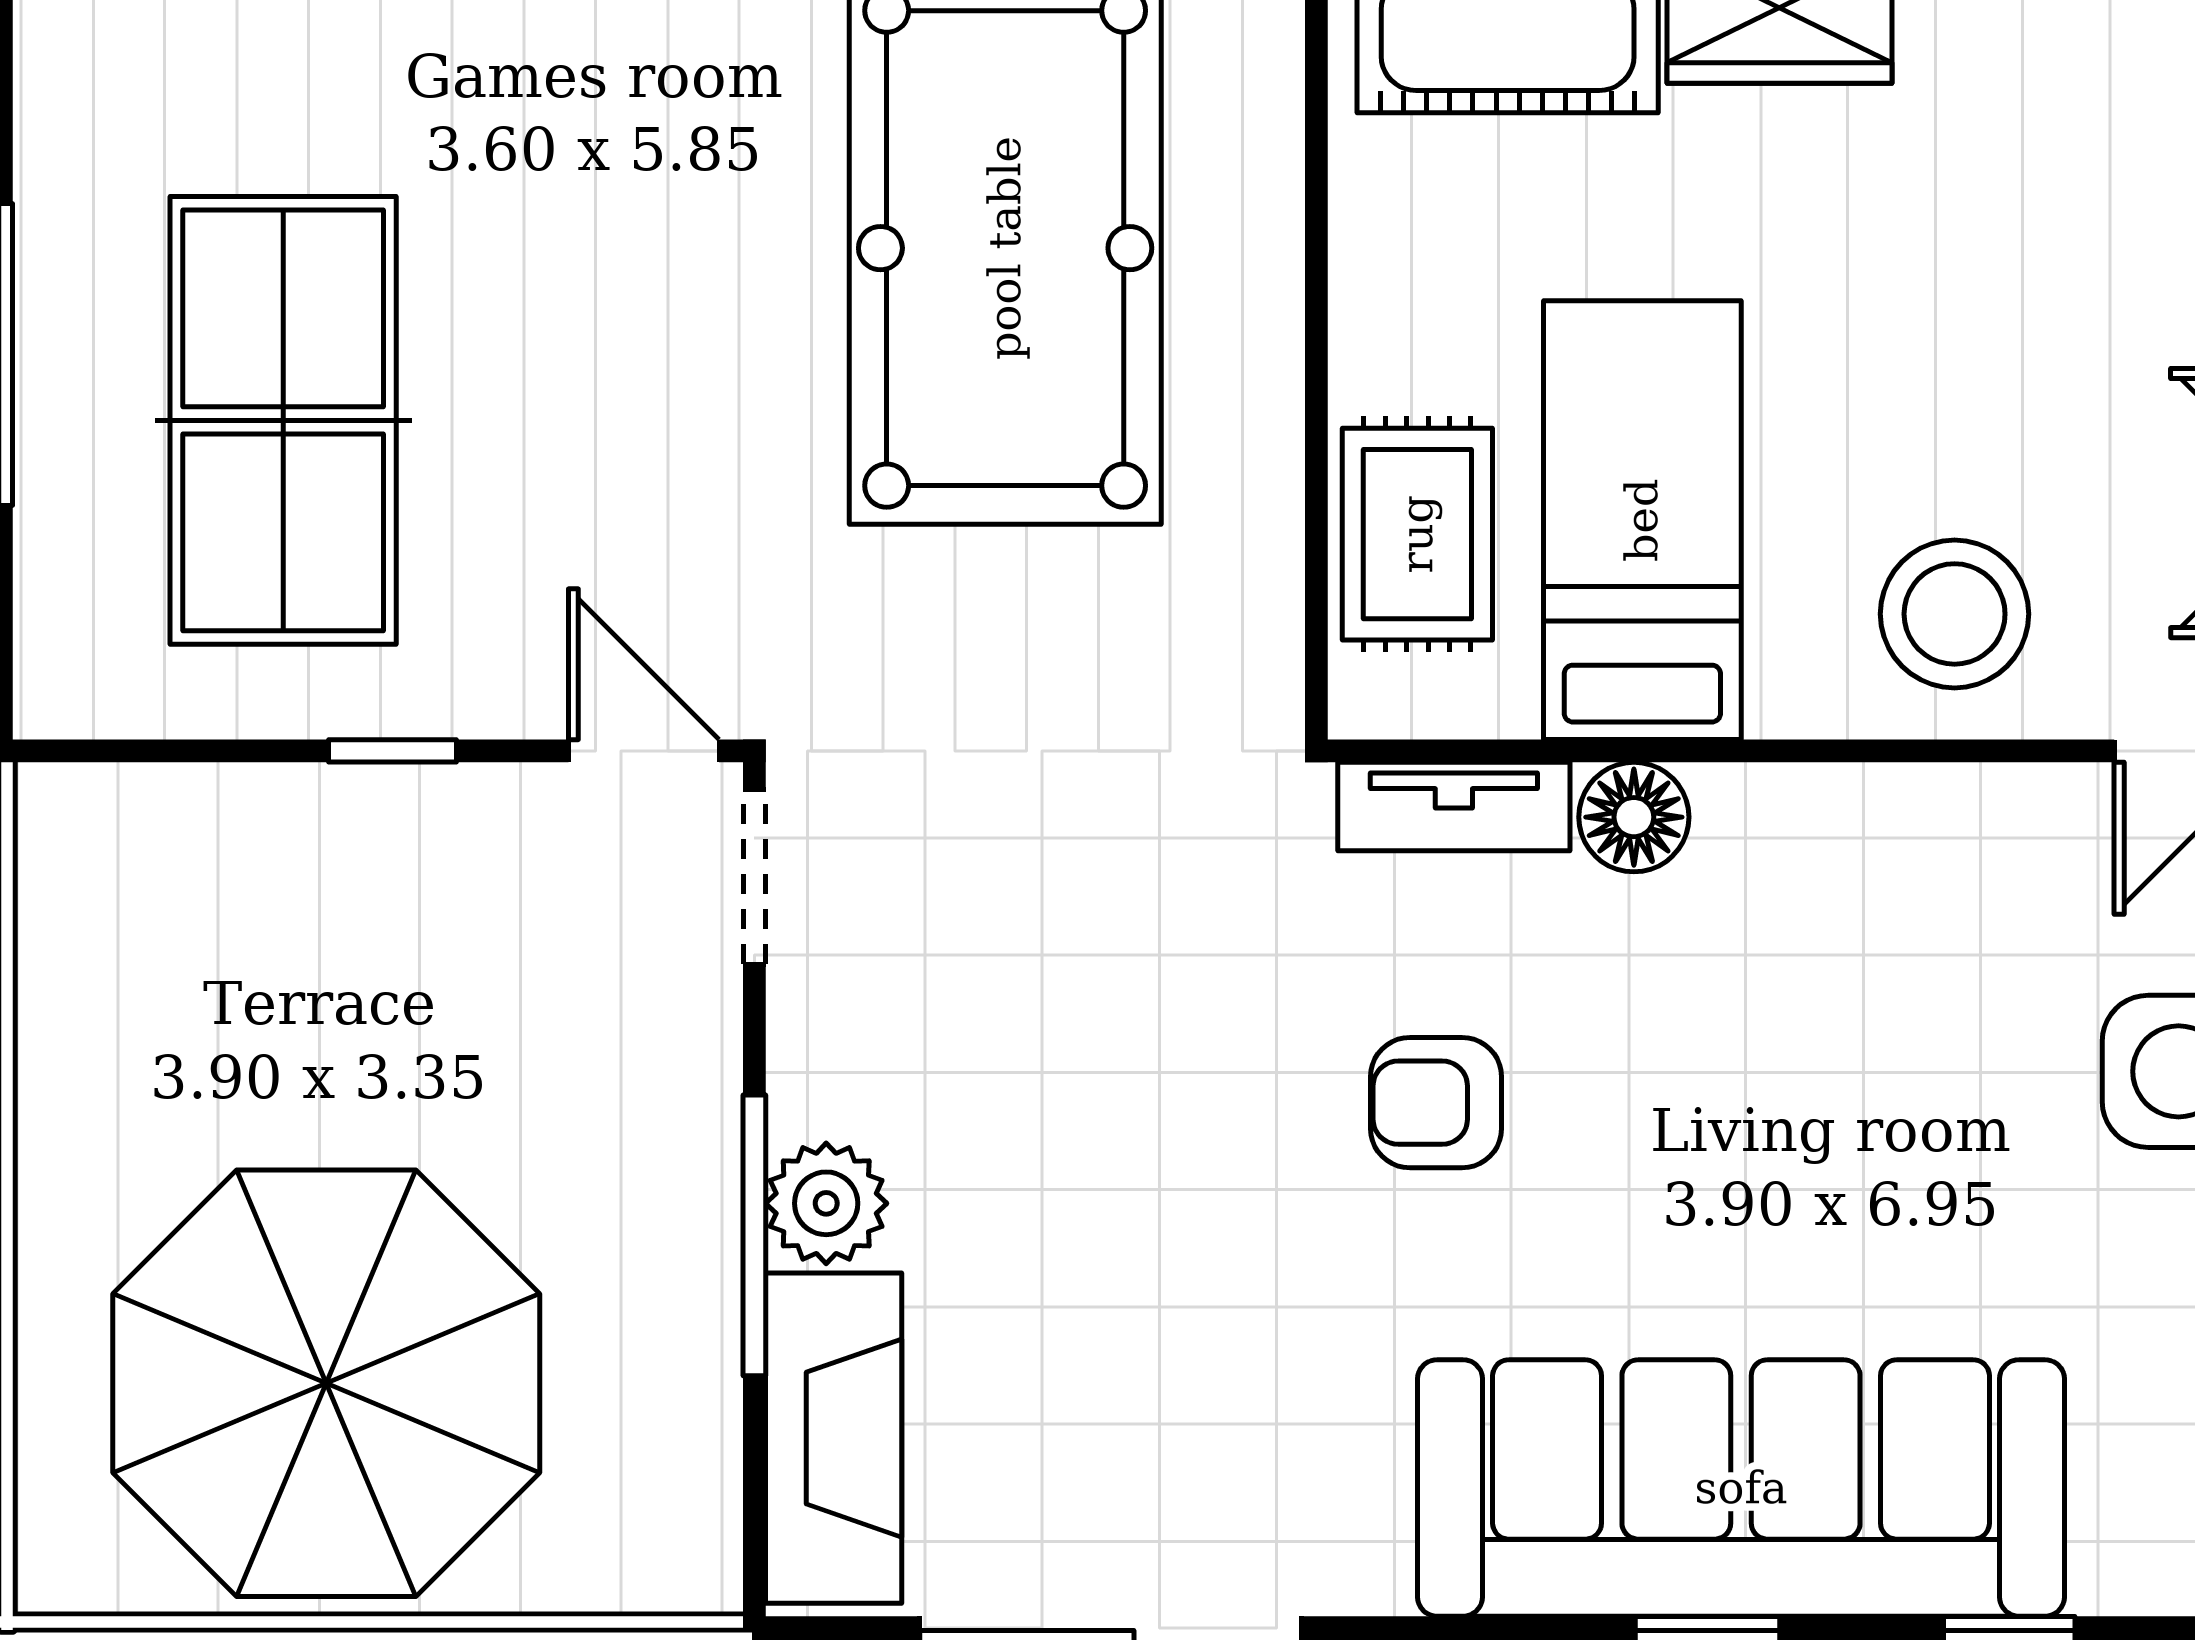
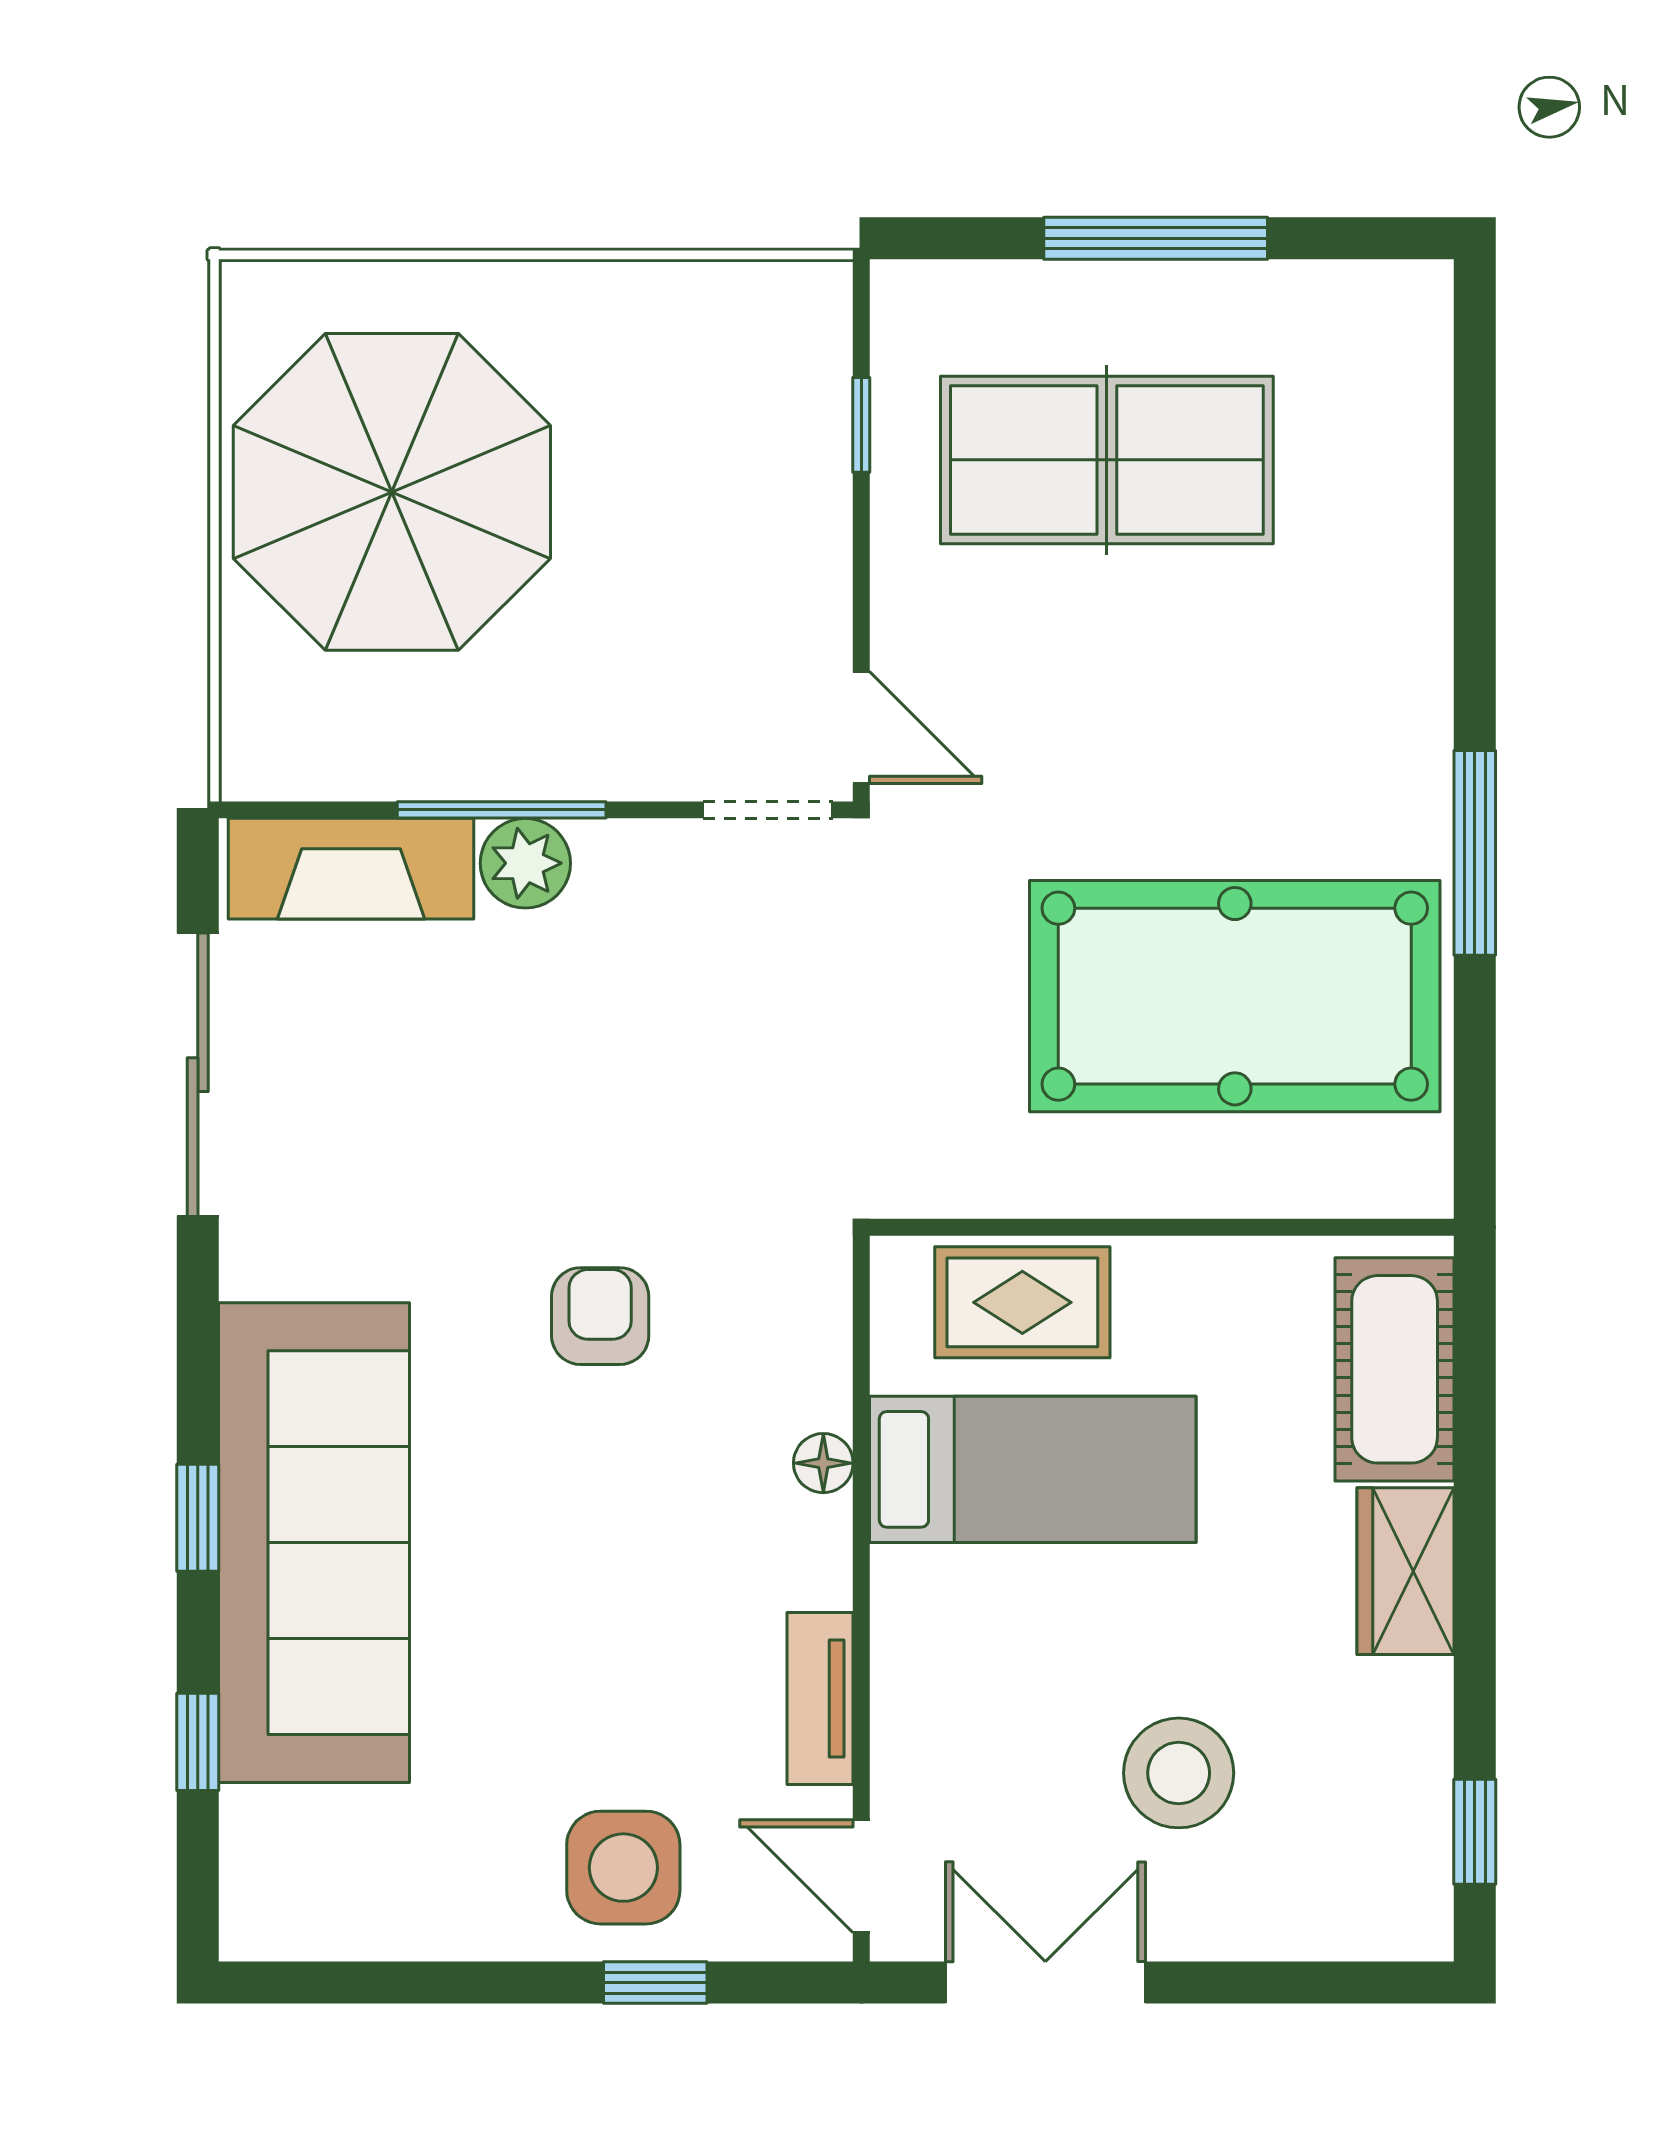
stool: (1955, 614) -> (1179, 1773), moved
window: (392, 751) -> (861, 425), moved
door: (644, 751) -> (861, 728), hinge flipped
tv unit: (1454, 806) -> (820, 1698), moved
floor lamp: (1634, 817) -> (823, 1463), width x0.73, depth x0.73

